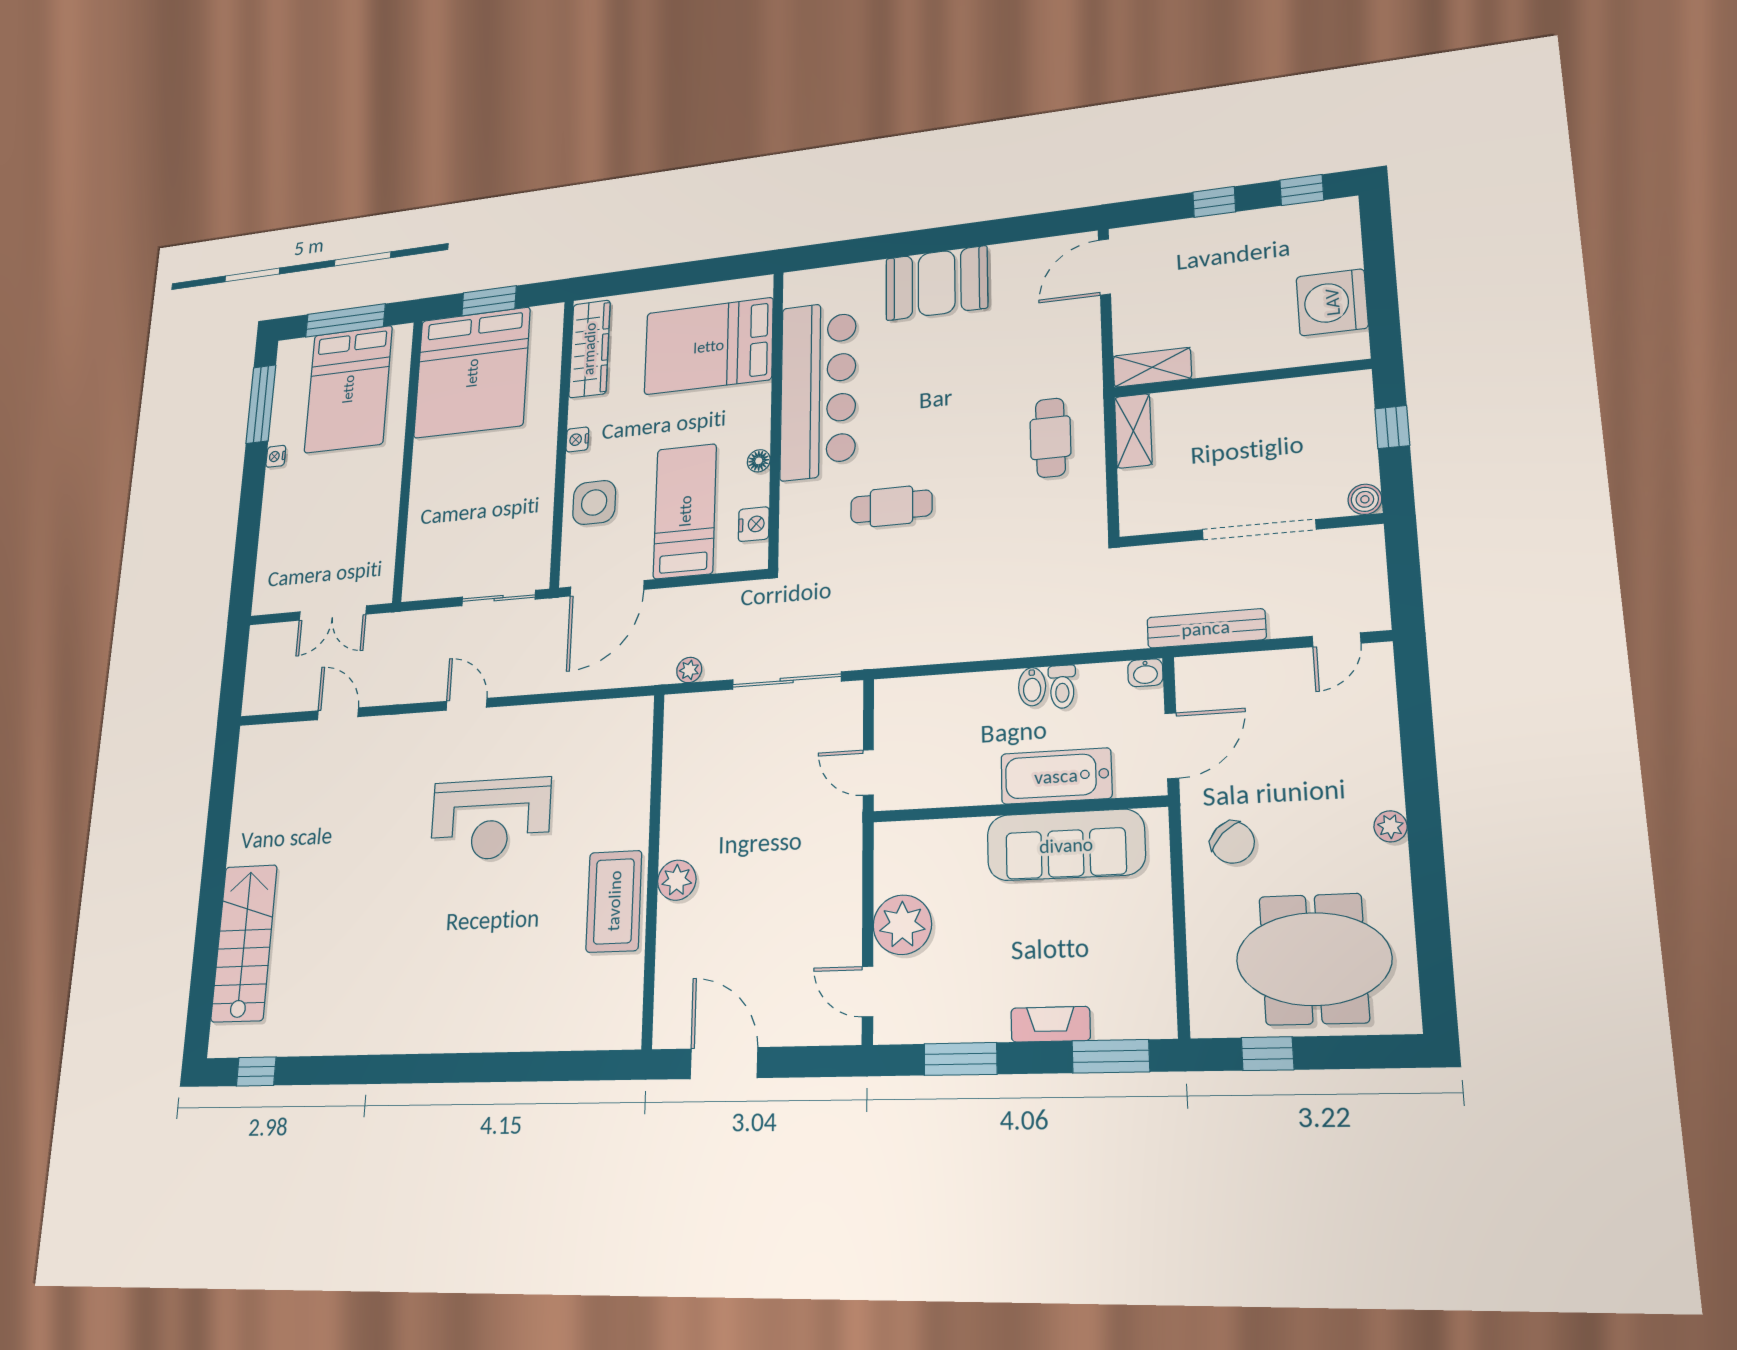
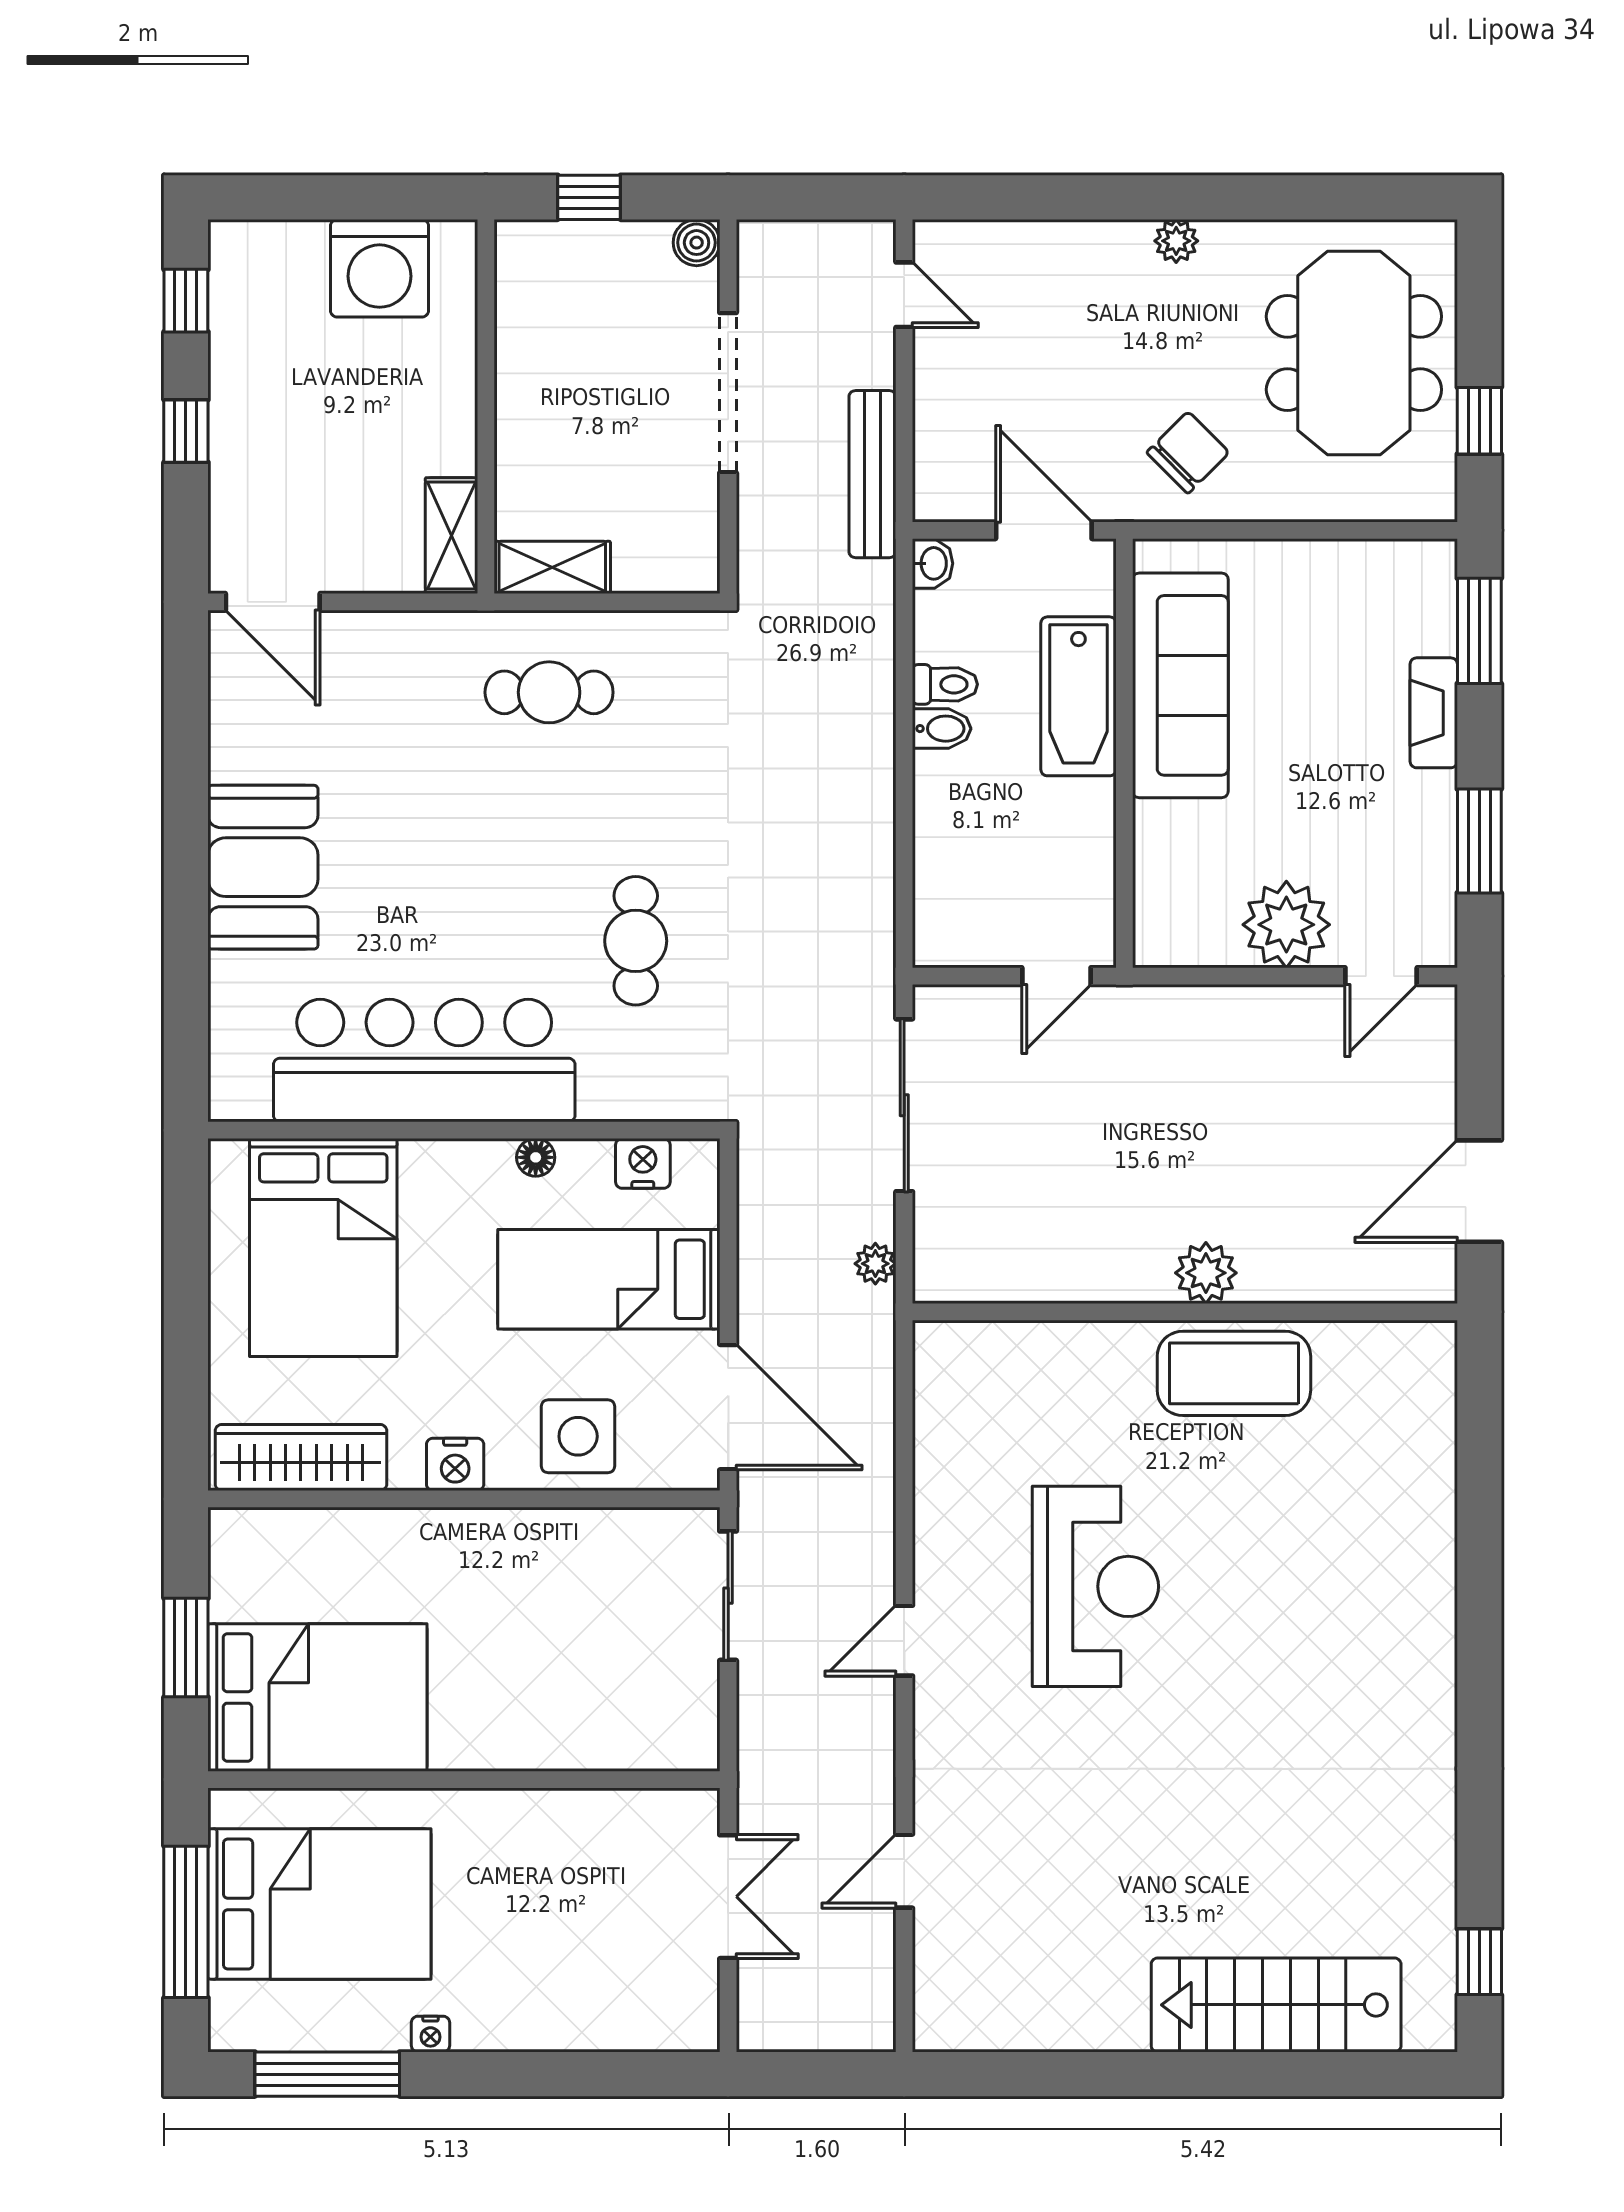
bed: (472, 373) -> (317, 1697), width x0.73
nightstand: (577, 439) -> (455, 1464), width x1.39, depth x1.35

